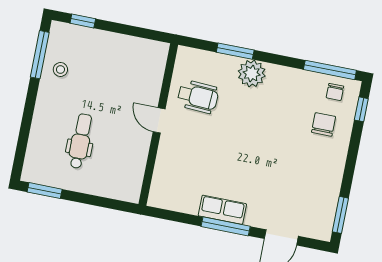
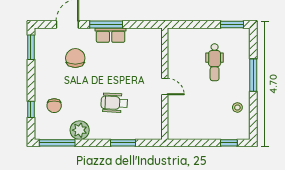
window: (40, 55) -> (253, 75), moved
plant: (252, 74) -> (80, 130), moved
chair: (335, 92) -> (75, 58), moved, width x1.87, depth x1.87
wheelchair: (198, 97) -> (114, 103), moved
window: (361, 109) -> (31, 109), moved

